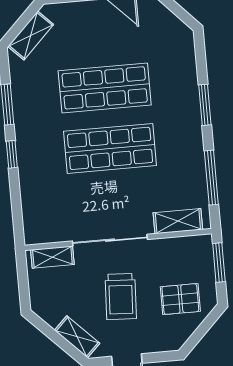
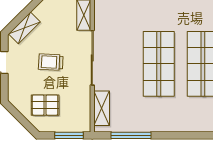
window: (205, 105) -> (184, 135), removed
trolley: (121, 296) -> (51, 62), width x0.73, depth x0.72
pallet: (180, 299) -> (45, 105), turned 90

